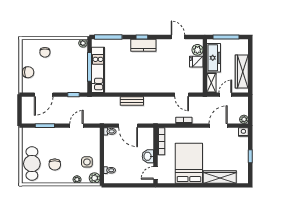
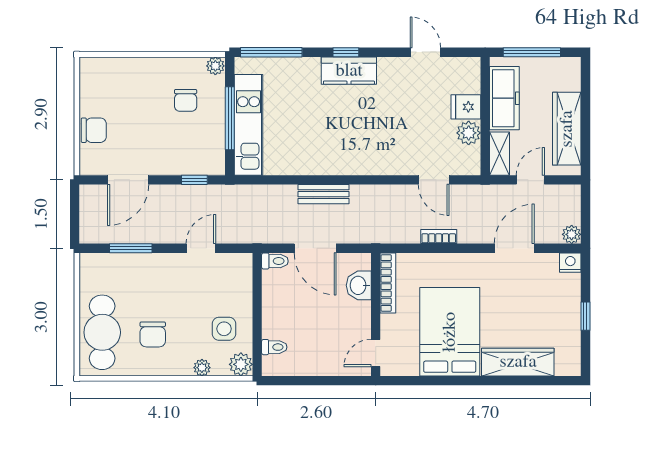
plant: (197, 50) -> (469, 133), moved
chair: (45, 52) -> (186, 100), moved
washbasin: (148, 156) -> (359, 285), moved

